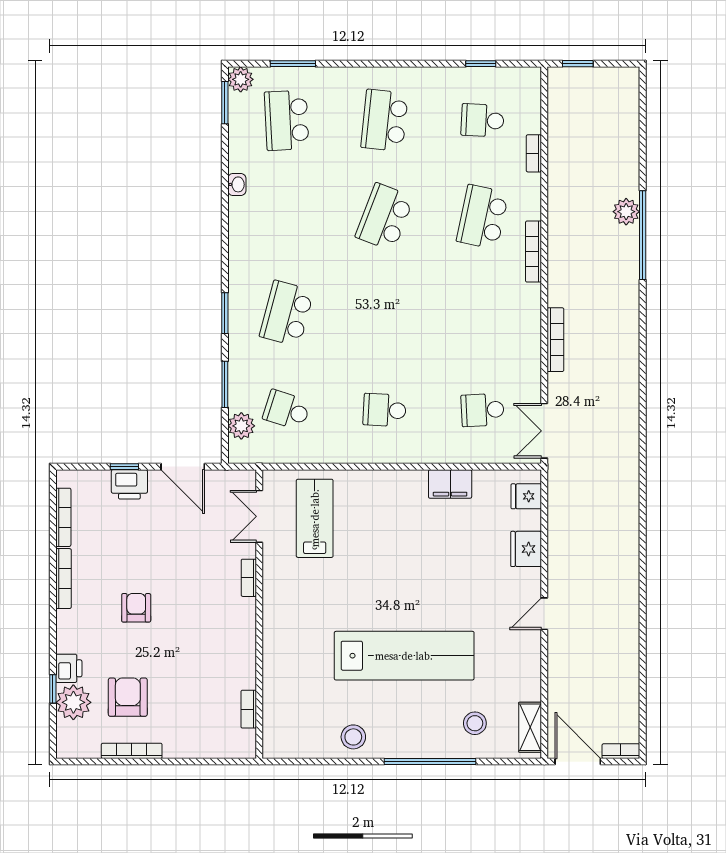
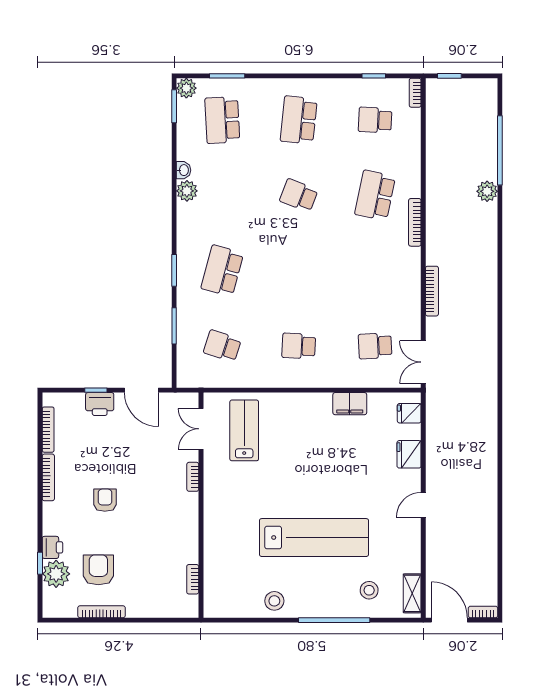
bookcase: (534, 153) -> (415, 93), moved
school desk: (385, 217) -> (299, 195), width x0.54
window: (643, 235) -> (500, 150), moved
plant: (241, 426) -> (187, 191), moved

